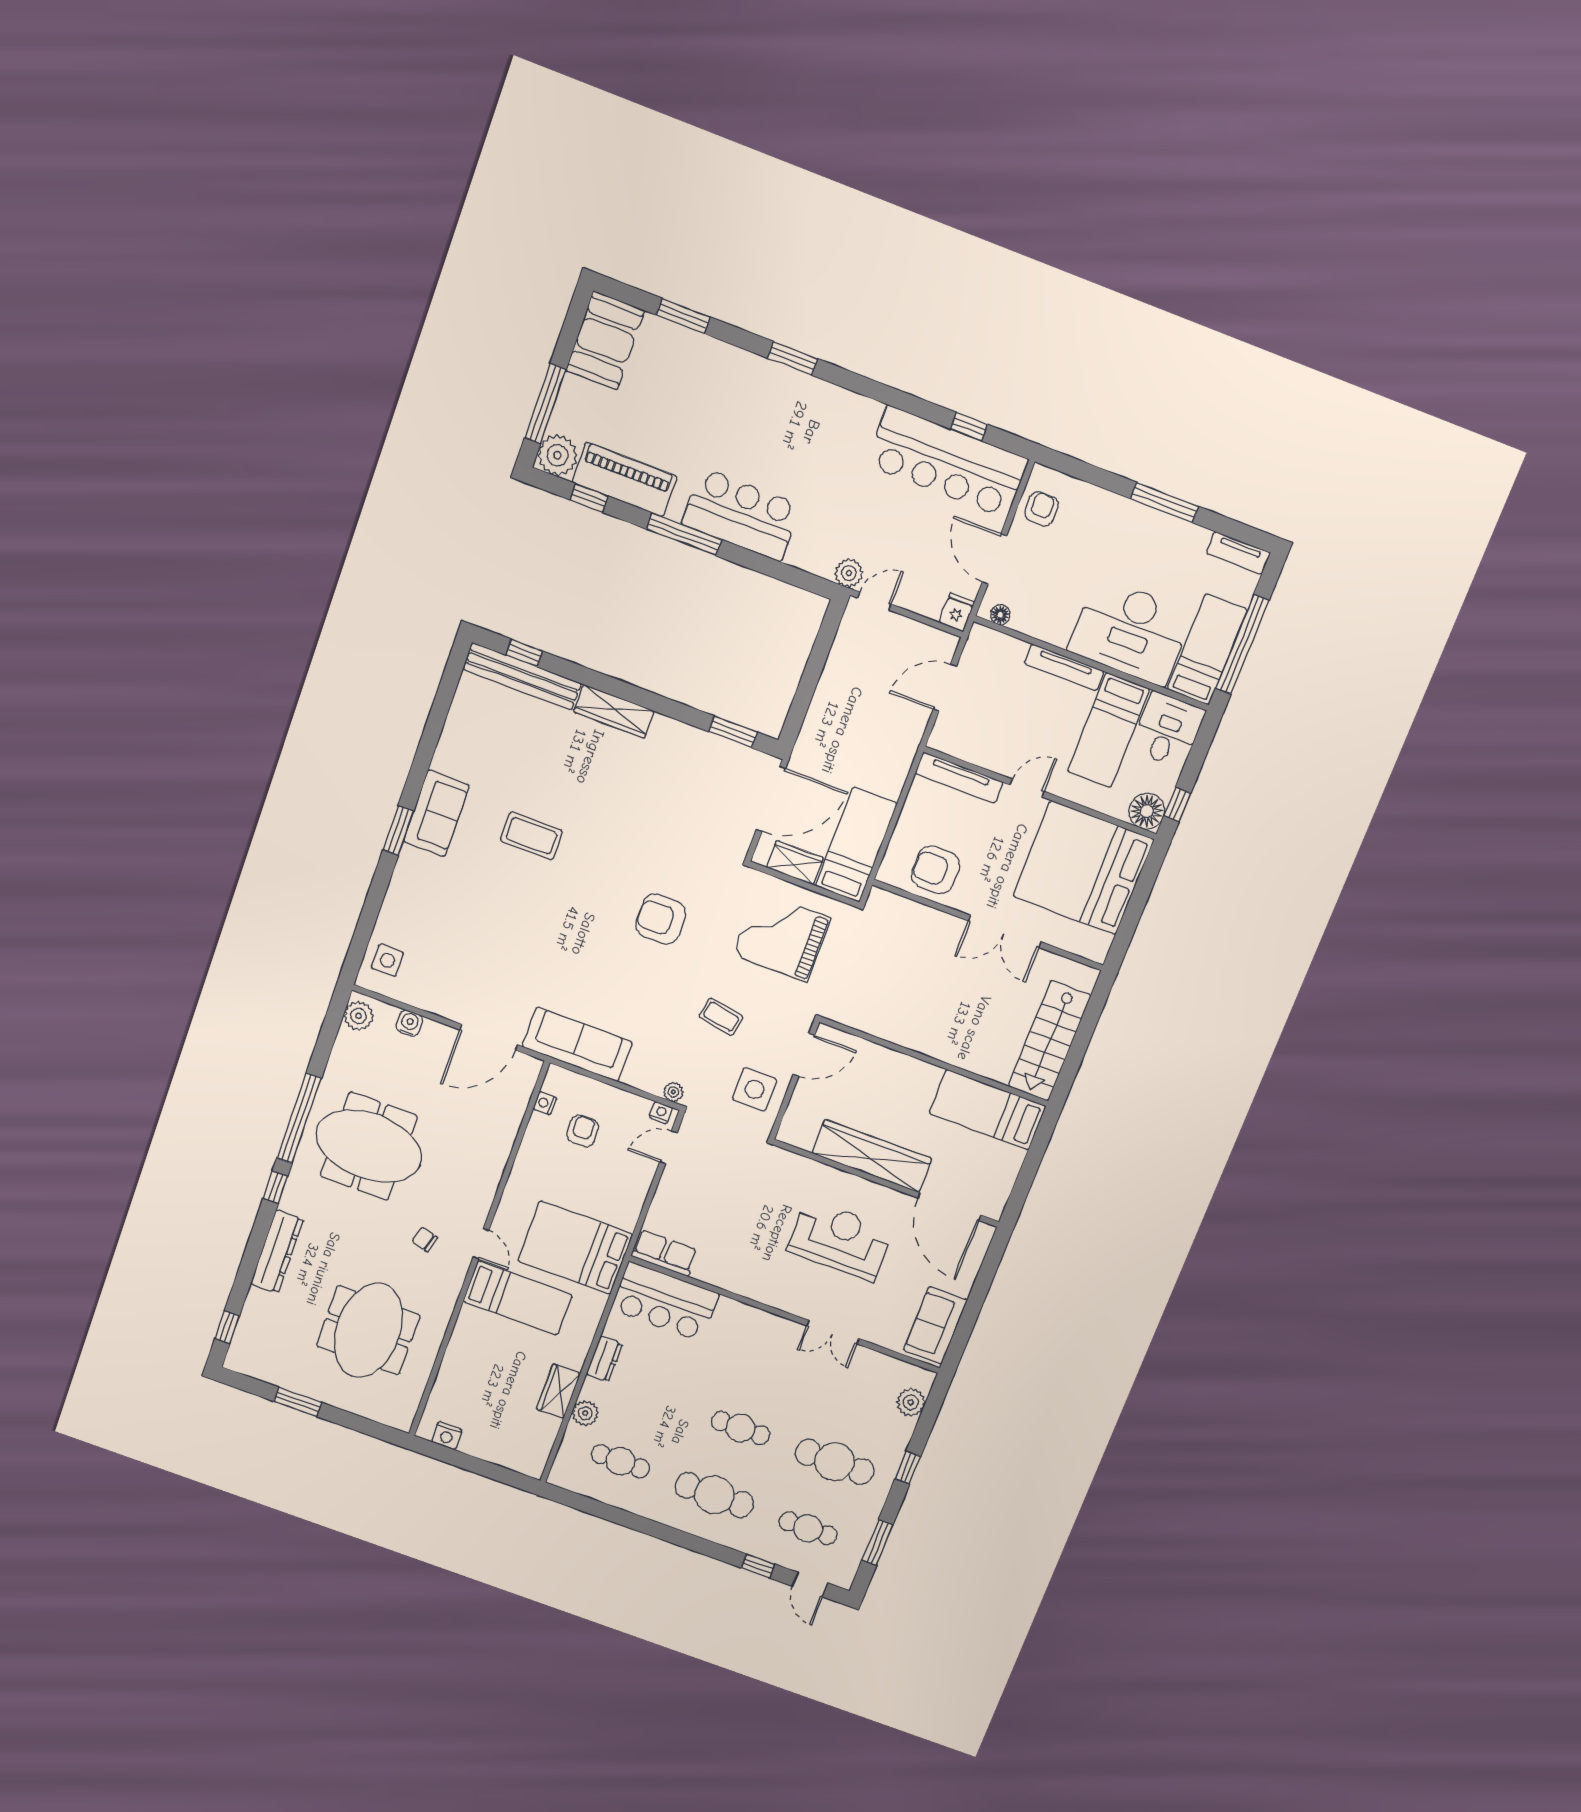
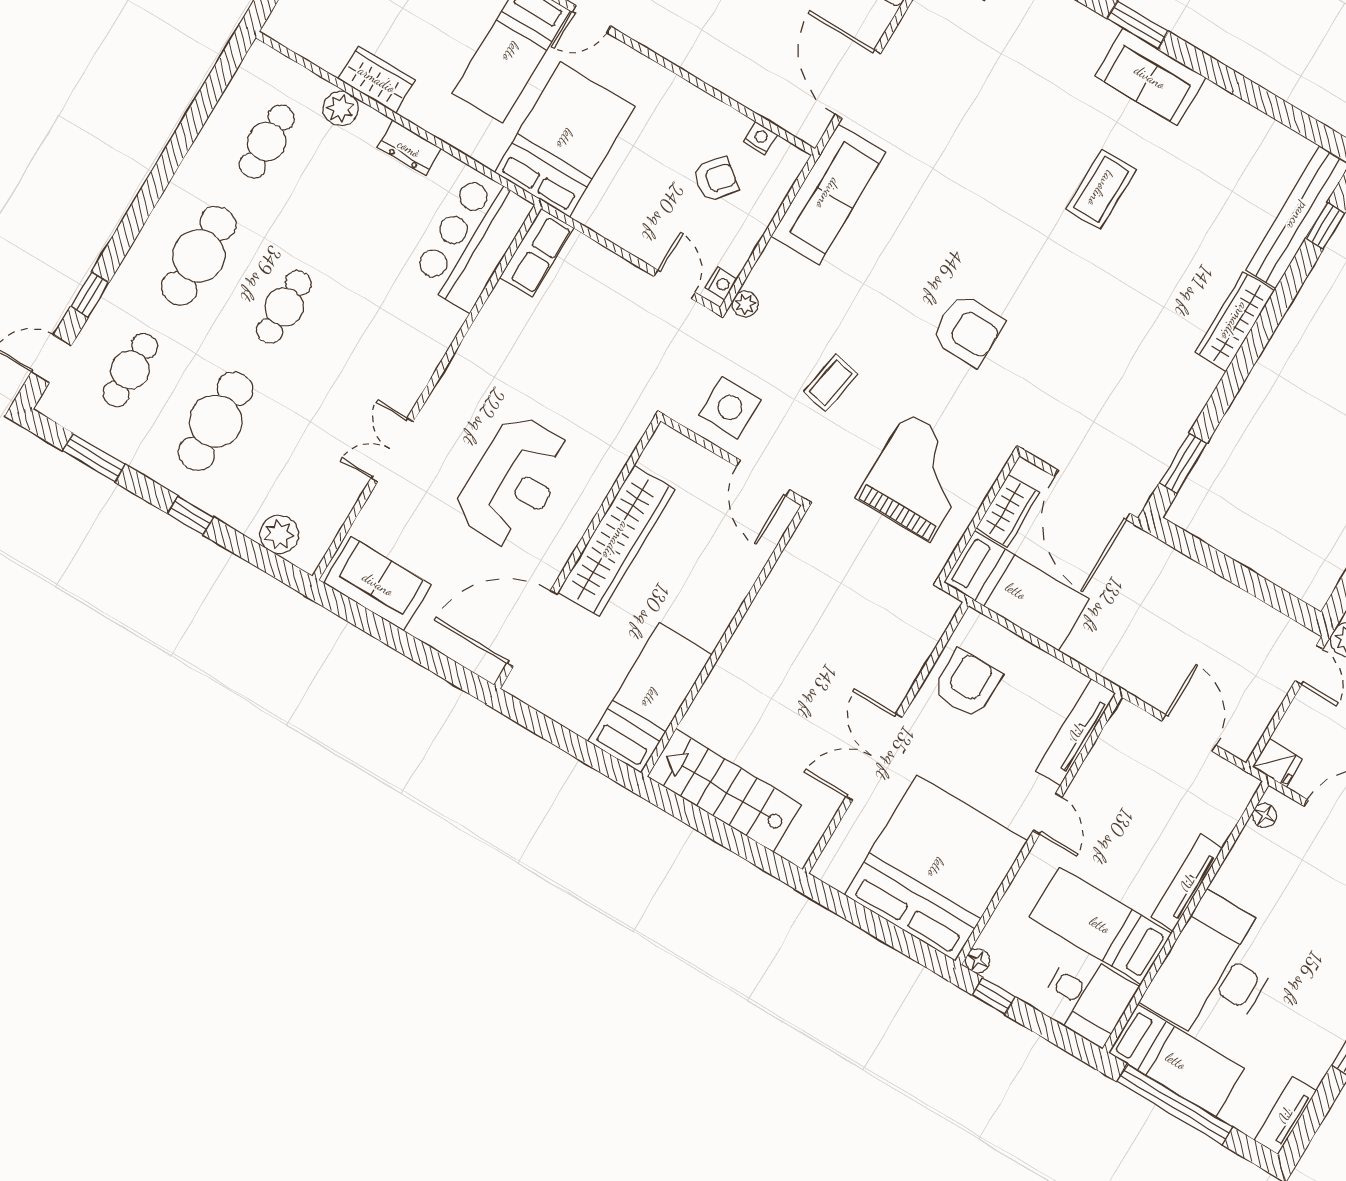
floor lamp: (1147, 811) -> (978, 961), width x0.53, depth x0.53
armchair: (661, 919) -> (968, 330), turned 90
armchair: (583, 1131) -> (716, 179), turned -50

